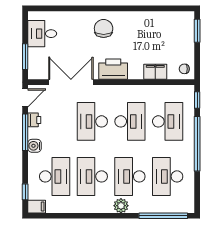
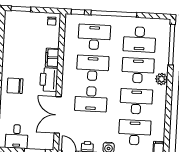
filing cabinet: (155, 72) -> (52, 58), moved
desk: (92, 176) -> (136, 101), turned 180
desk: (130, 176) -> (138, 70), turned 180

